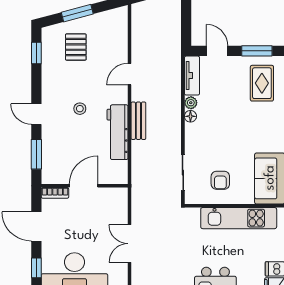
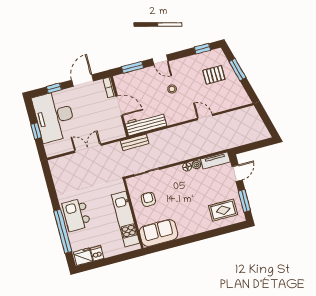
door: (36, 114) -> (160, 60), swing flipped
bench: (138, 121) -> (135, 142), moved
workbench: (118, 132) -> (146, 124), moved
armchair: (220, 180) -> (148, 199), turned 90

